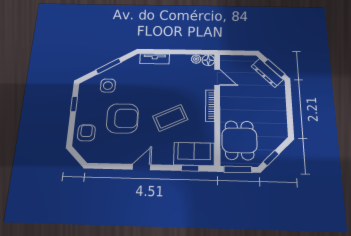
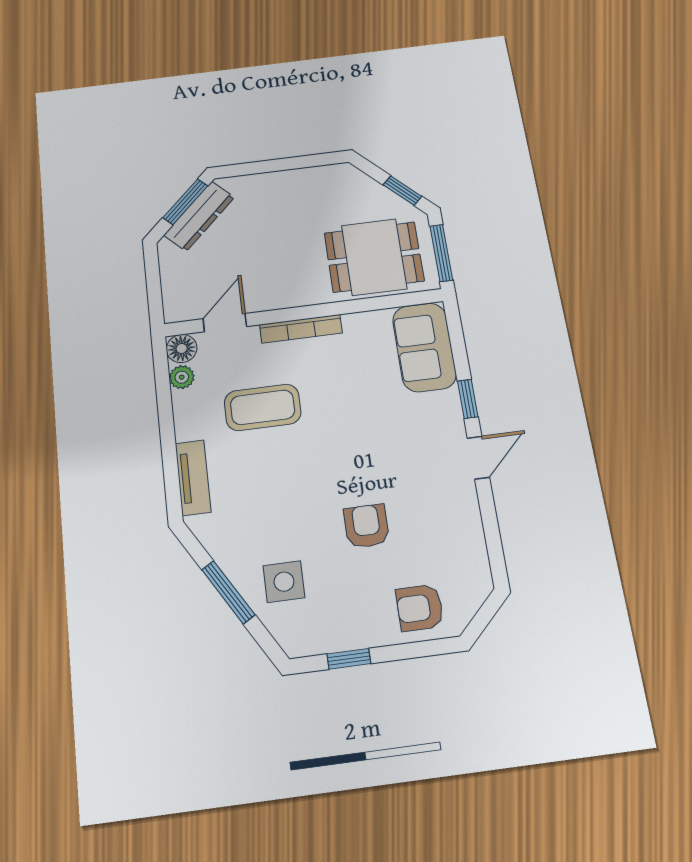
armchair: (122, 118) -> (366, 526), width x0.53, depth x0.53
coffee table: (170, 118) -> (263, 407), moved, turned -65
door: (141, 167) -> (478, 458), swing flipped
window: (190, 168) -> (468, 399), moved

